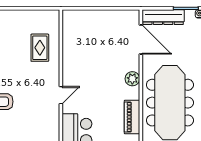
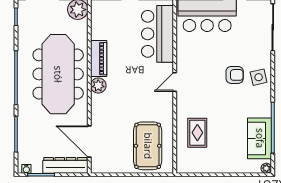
pool table: (86, 36) -> (148, 146), added
plant: (132, 79) -> (98, 85), moved

